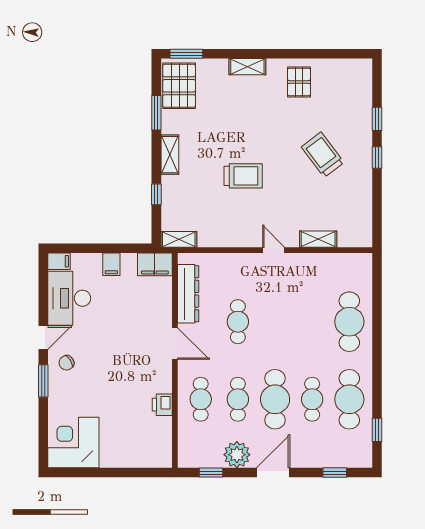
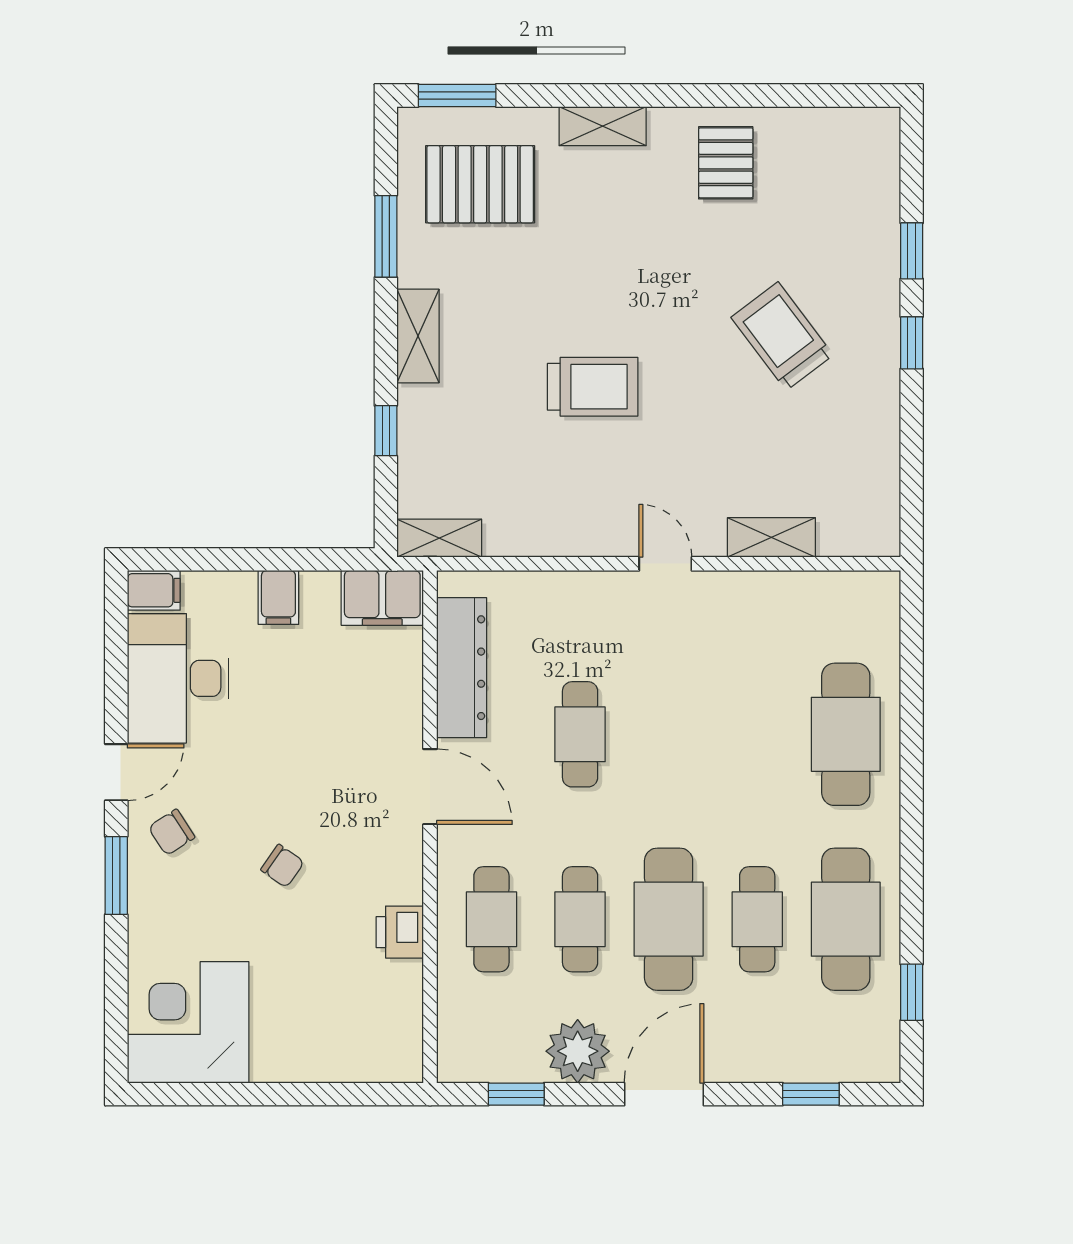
pallet: (179, 86) -> (480, 184), moved, turned 90
chair: (113, 377) -> (282, 866), added

